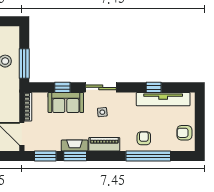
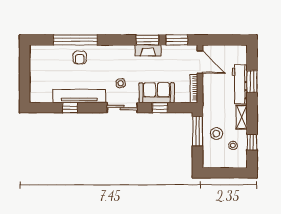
tv unit: (163, 99) -> (79, 96), moved
armchair: (184, 133) -> (40, 63), removed
piano: (104, 144) -> (119, 52), removed

